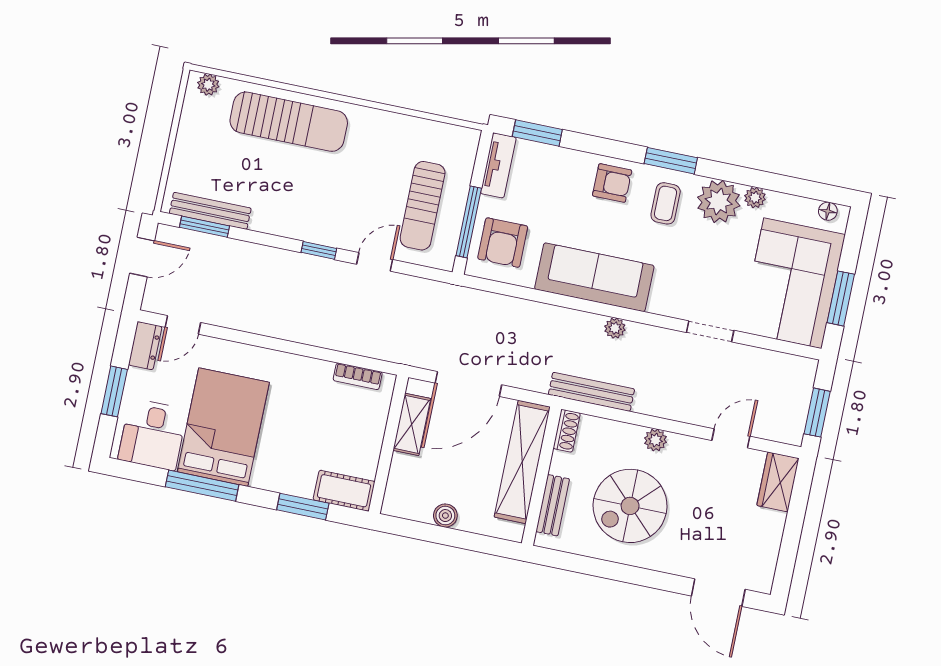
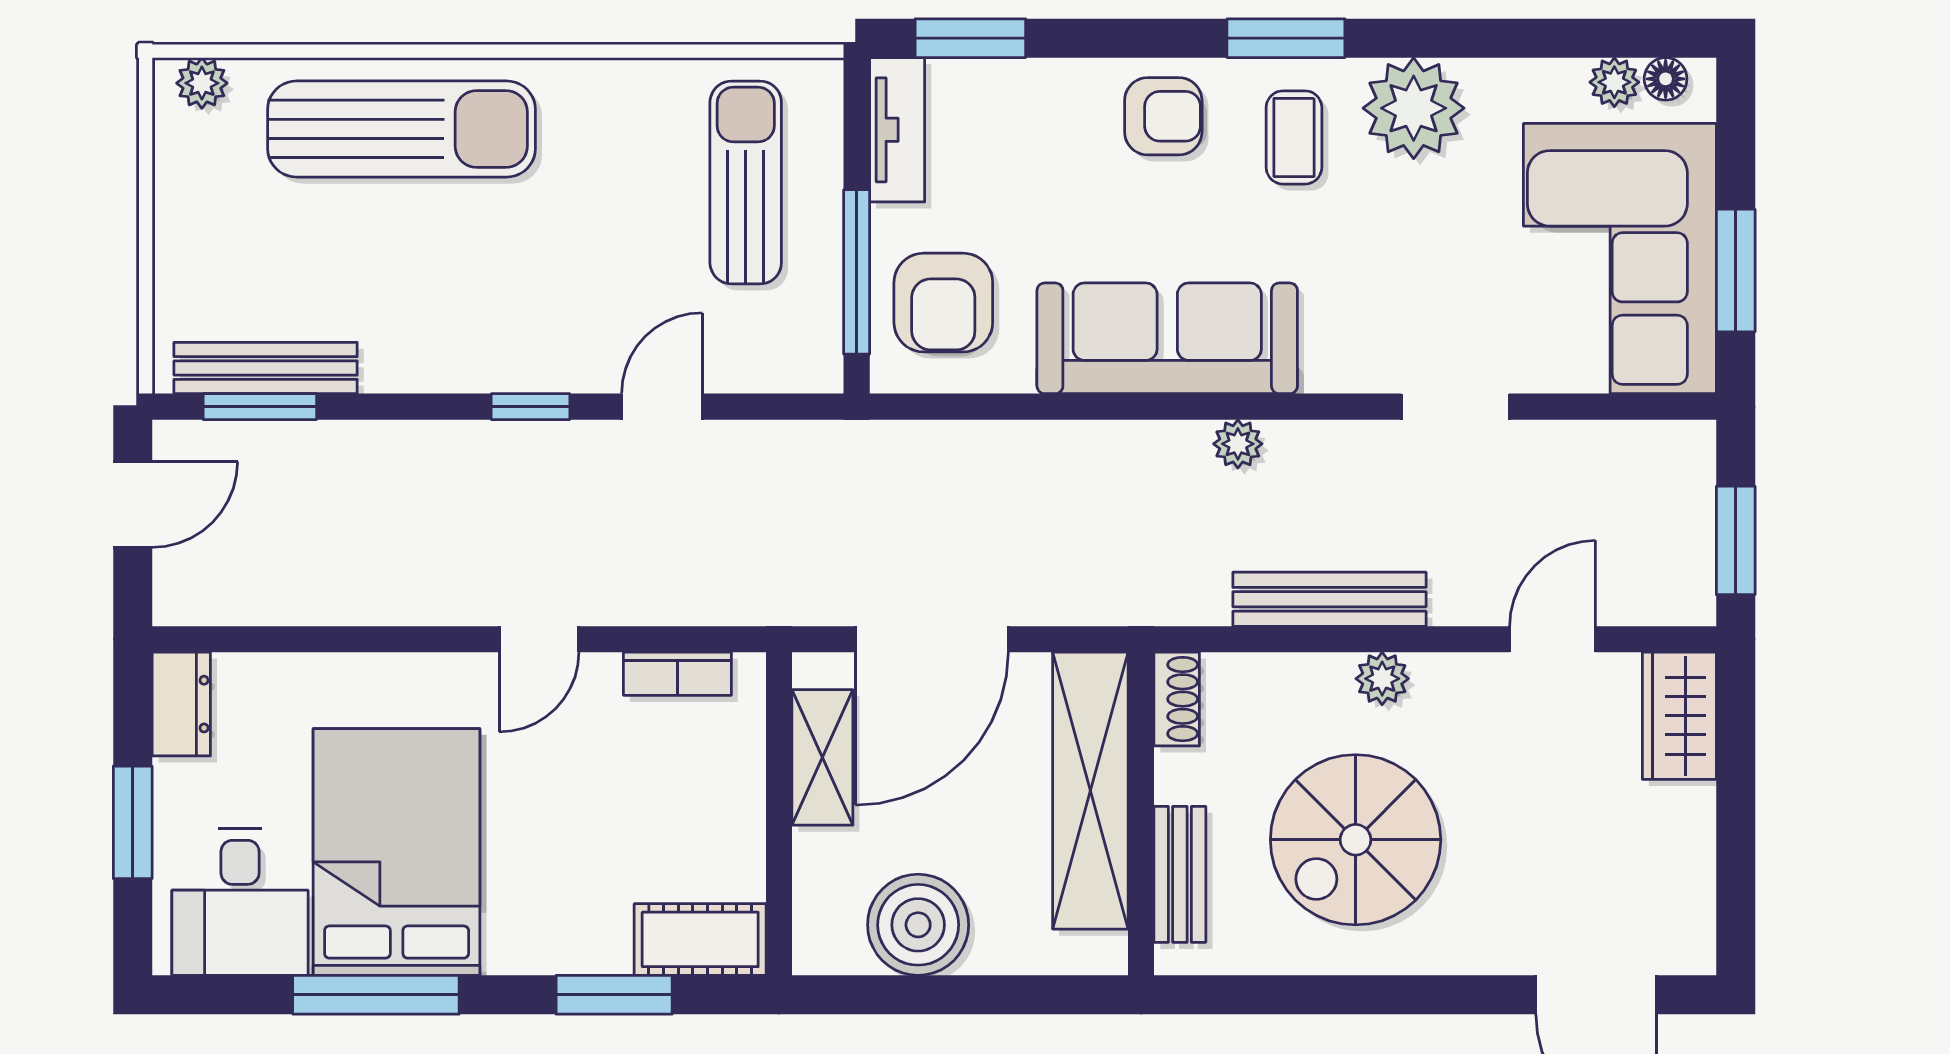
plant: (755, 198) -> (1614, 82), moved
sun lounger: (423, 206) -> (746, 182), moved, turned 180
door: (183, 325) -> (539, 639), moved
bench: (591, 392) -> (1329, 599), moved
boiler: (445, 516) -> (918, 925), width x1.86, depth x1.86

